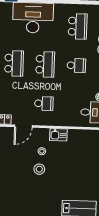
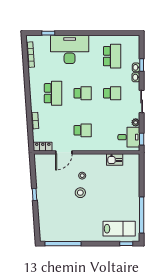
school desk: (45, 64) -> (83, 93), width x0.54
kitchen sink: (58, 135) -> (115, 159), moved

